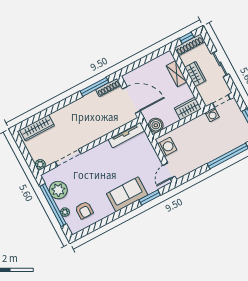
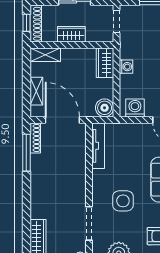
shelving: (142, 71) -> (36, 91), added
shelving: (177, 74) -> (45, 55), moved
door: (131, 100) -> (62, 120), hinge flipped
washing machine: (212, 115) -> (126, 67), moved
side table: (97, 173) -> (123, 201), added

